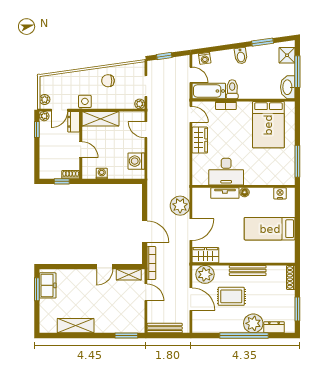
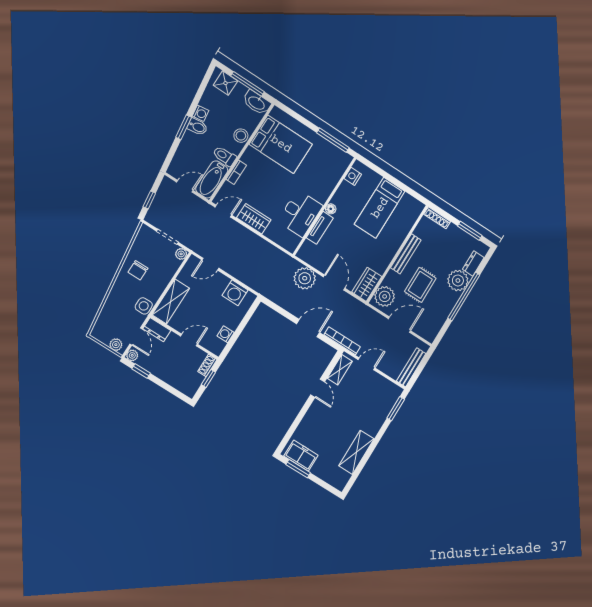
window: (263, 42) -> (184, 127), moved
washing machine: (205, 58) -> (201, 113), moved
stool: (255, 91) -> (241, 136), added

